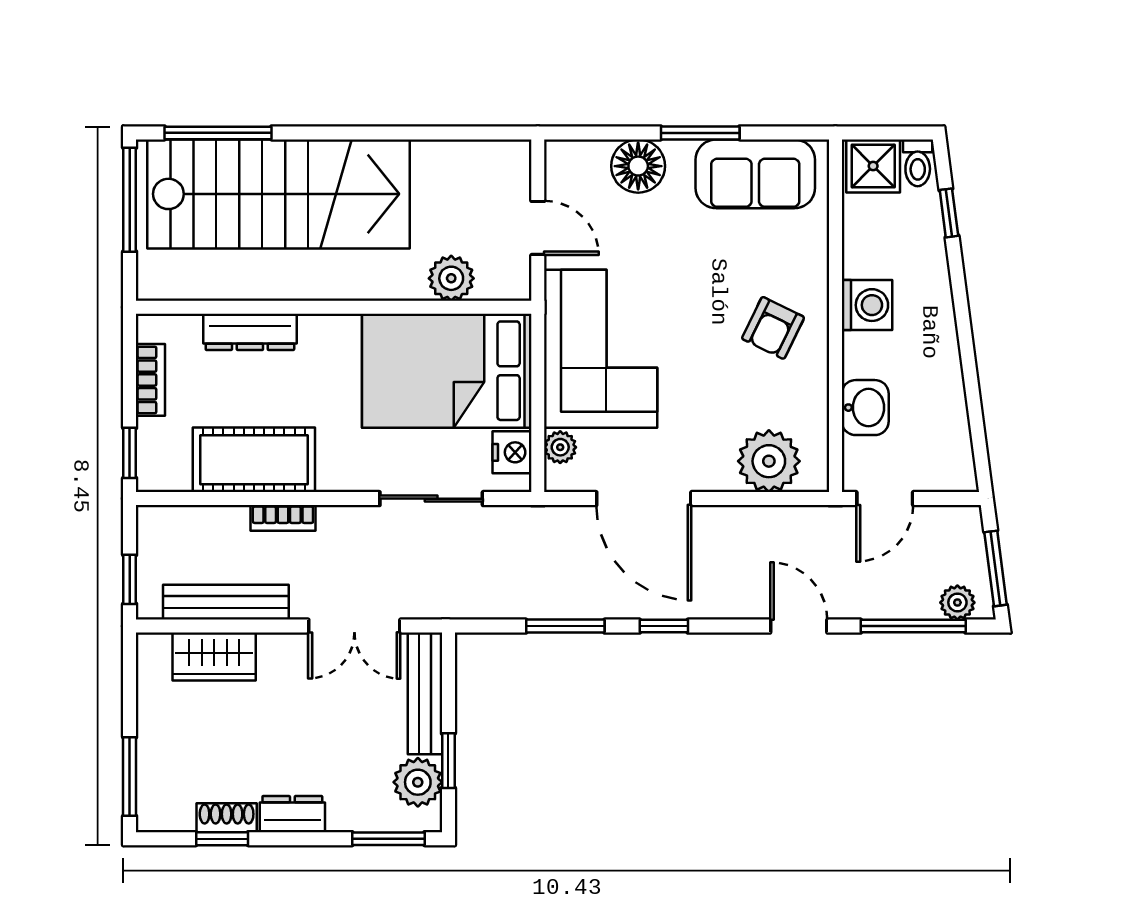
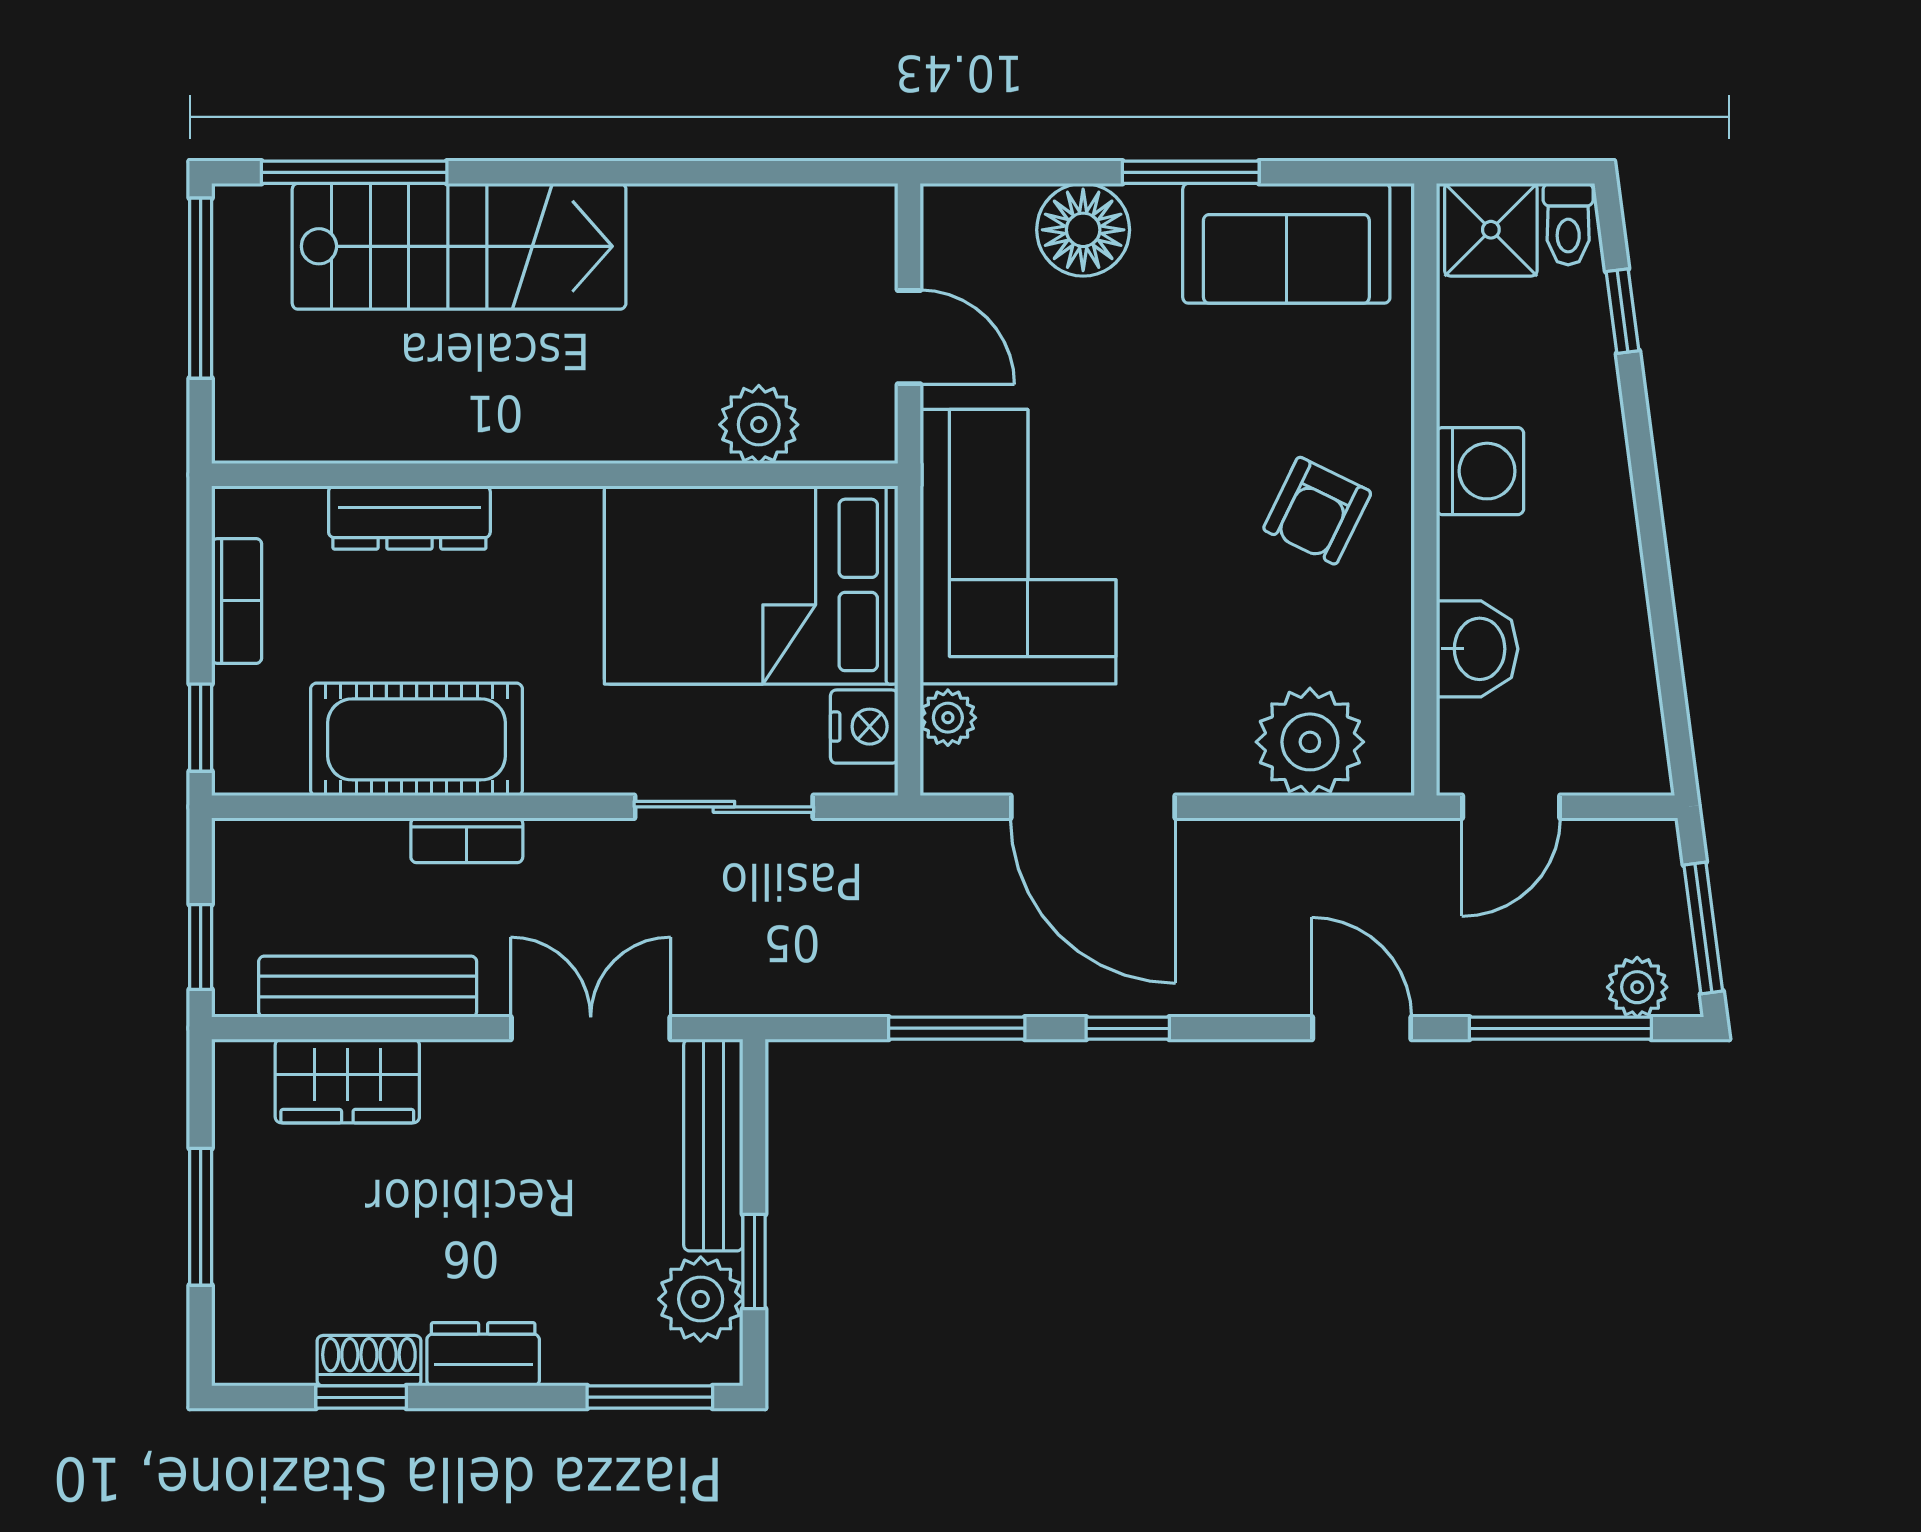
stairs: (278, 194) -> (459, 246), width x0.73, depth x0.66
double door: (354, 626) -> (591, 1028), swing flipped
window: (130, 777) -> (201, 1217), moved

